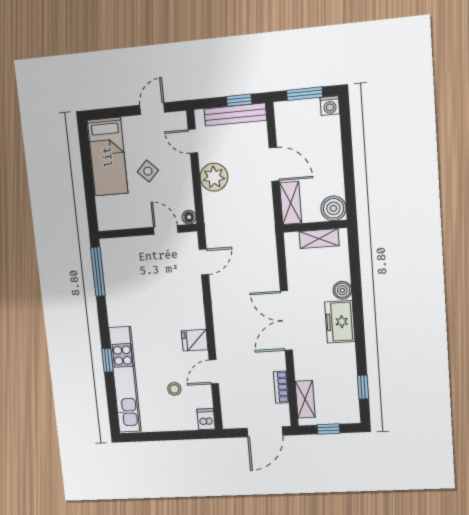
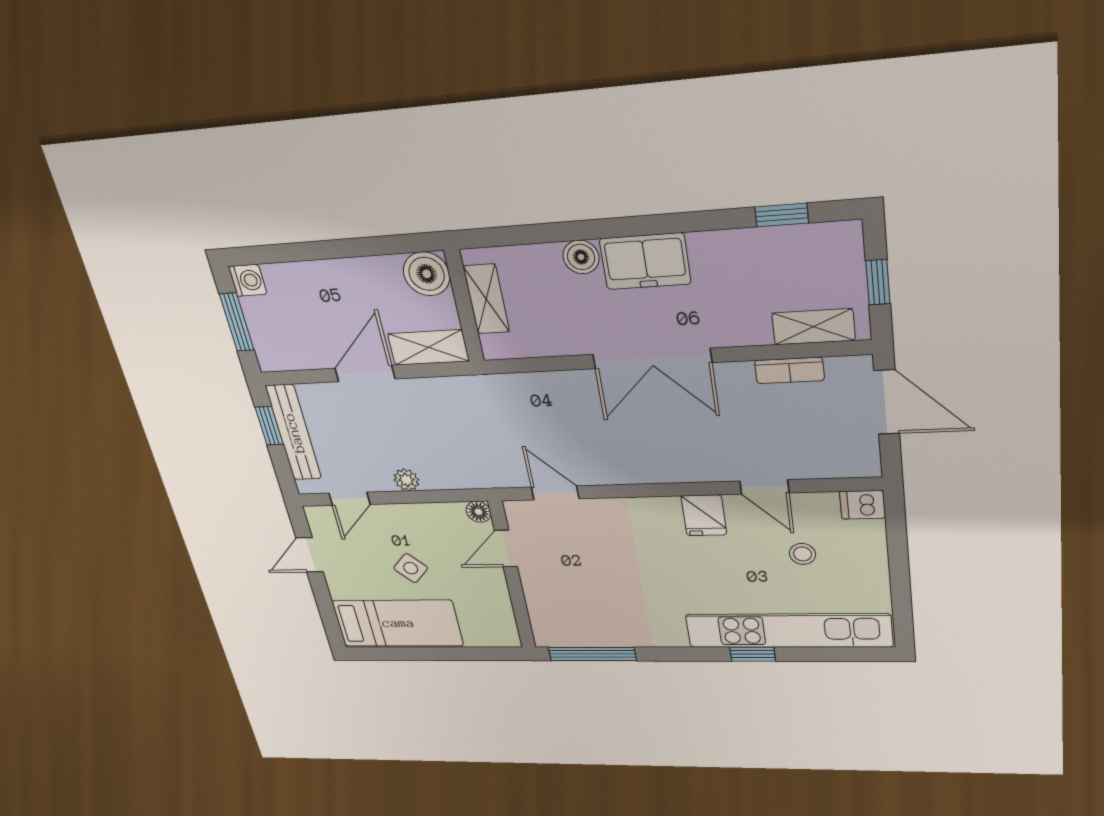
door: (152, 109) -> (310, 555), hinge flipped
plant: (214, 177) -> (406, 480), width x0.53, depth x0.53

